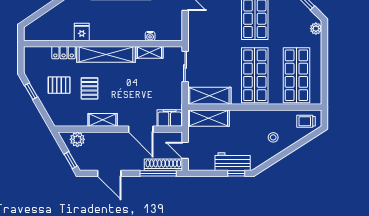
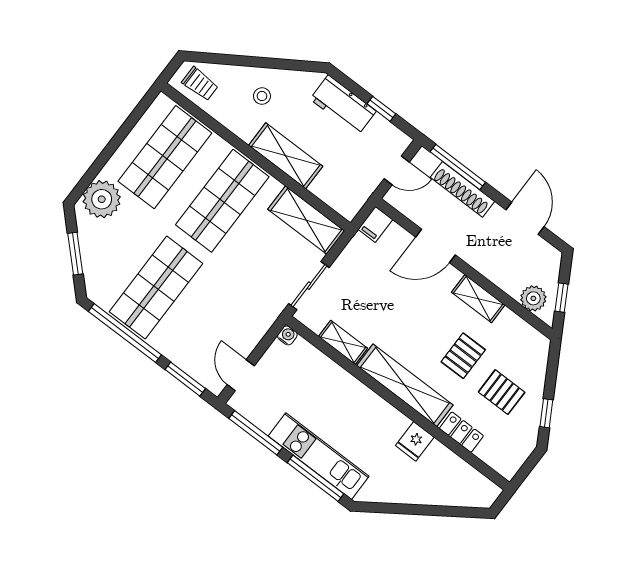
plant: (316, 29) -> (102, 199), width x1.88, depth x1.88
water cooler: (150, 36) -> (287, 335), moved
filing cabinet: (170, 118) -> (375, 224), width x0.50
shelving: (209, 118) -> (286, 156), moved
door: (141, 129) -> (436, 246), swing flipped
door: (185, 150) -> (397, 170), hinge flipped
window: (71, 160) -> (562, 298), moved
shoe rack: (163, 165) -> (462, 189), moved
window: (236, 173) -> (381, 109), moved

